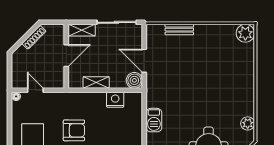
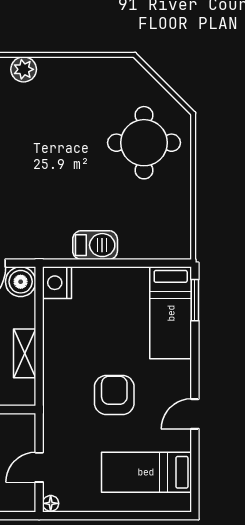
nightstand: (115, 100) -> (57, 283), moved
plant: (248, 123) -> (24, 69), moved

